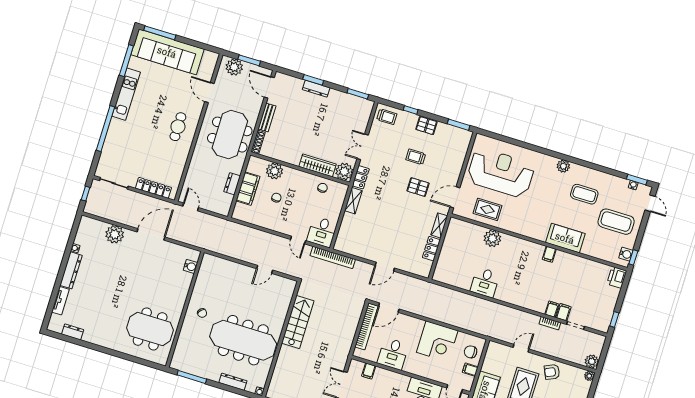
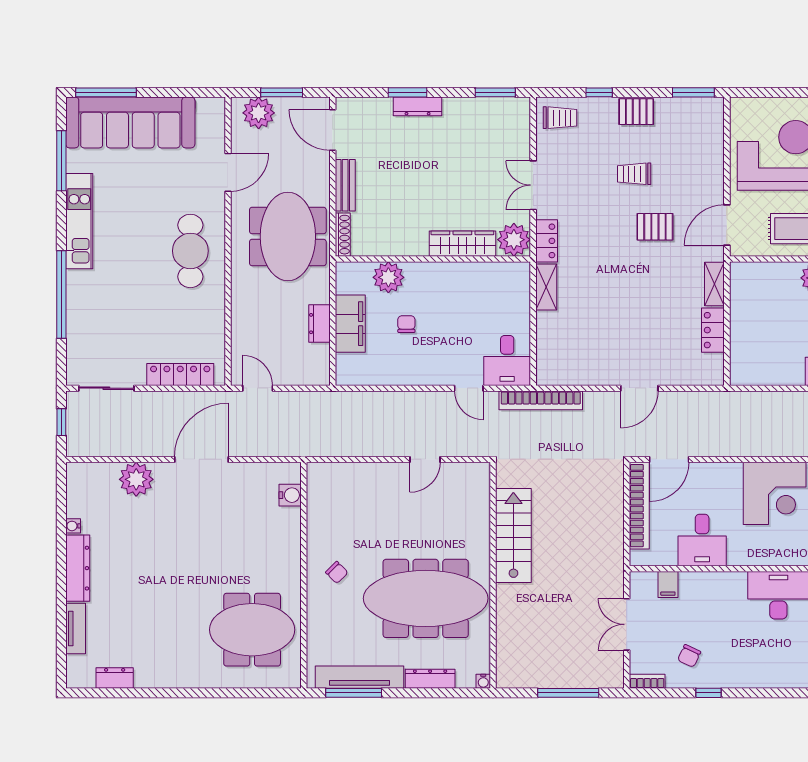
door: (209, 93) -> (228, 172), swing flipped
cafe table: (178, 127) -> (190, 251), width x1.37, depth x1.35
chair: (323, 188) -> (484, 281), removed
tv unit: (197, 370) -> (359, 677), added

